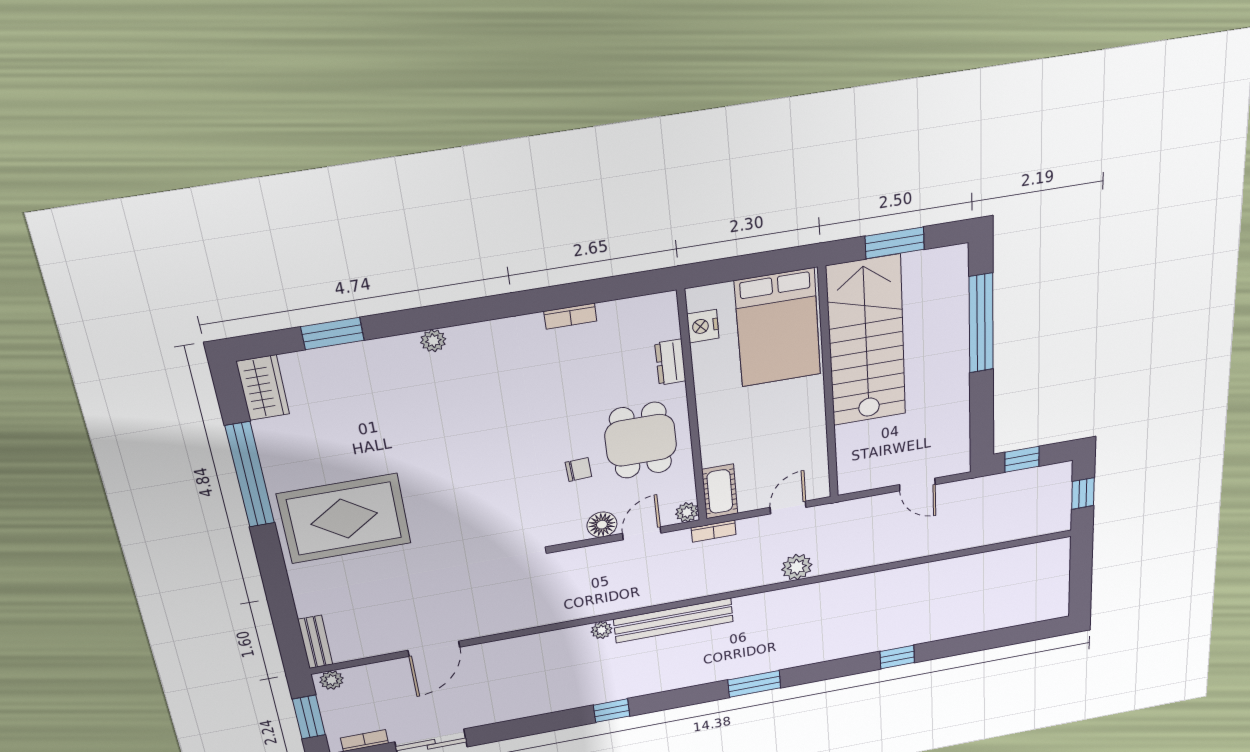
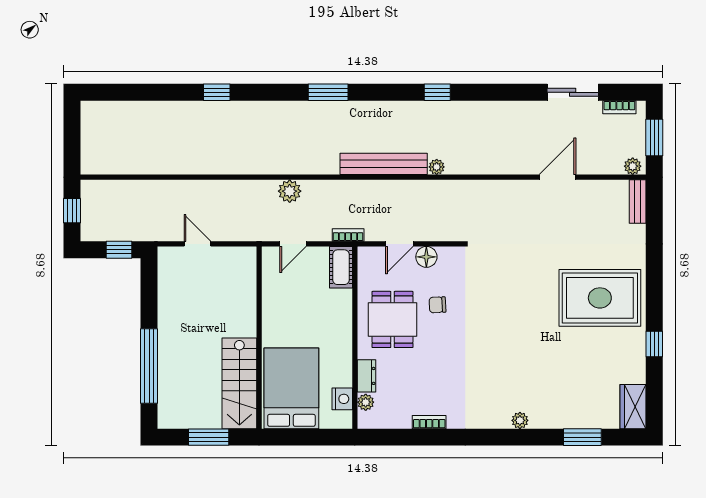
stairs: (866, 341) -> (239, 383), width x0.73, depth x0.66
window: (250, 475) -> (654, 344), width x0.32
plant: (687, 512) -> (366, 402), moved

